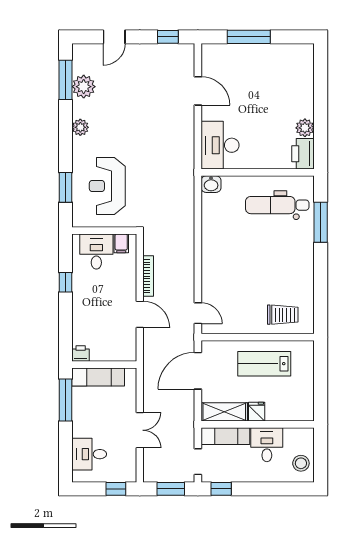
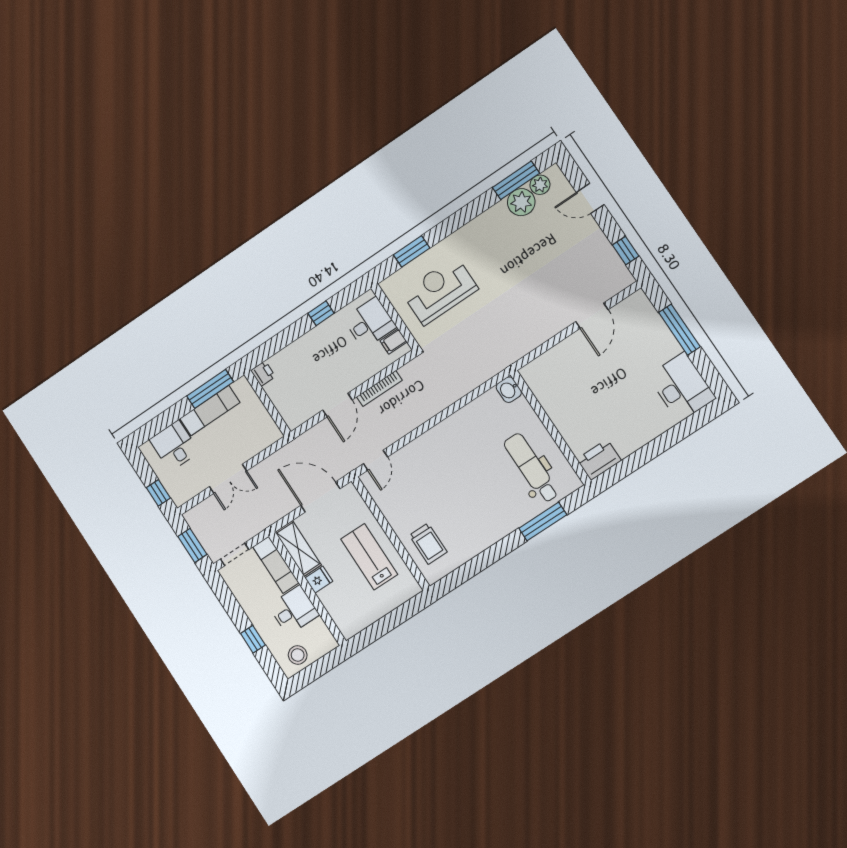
plant: (80, 127) -> (540, 185), moved
plant: (305, 128) -> (626, 445), removed
desk: (220, 145) -> (682, 387), moved, turned 90
exam couch: (98, 377) -> (210, 411), moved, turned -90
window: (221, 489) -> (253, 639), moved

